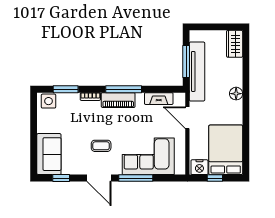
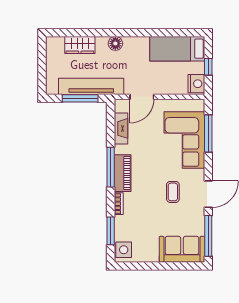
wardrobe: (235, 44) -> (80, 45), moved
bed: (226, 150) -> (177, 49), width x0.67
window: (61, 178) -> (208, 236), width x2.17
window: (136, 178) -> (208, 134), moved

